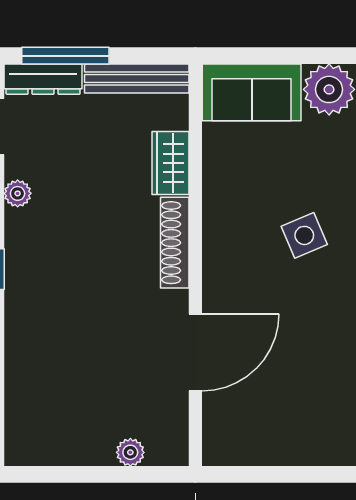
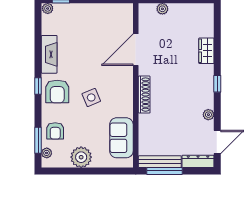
window: (65, 56) -> (164, 171), moved
sofa: (252, 92) -> (121, 138), moved, turned -90
wardrobe: (170, 163) -> (206, 51), moved, turned 180

